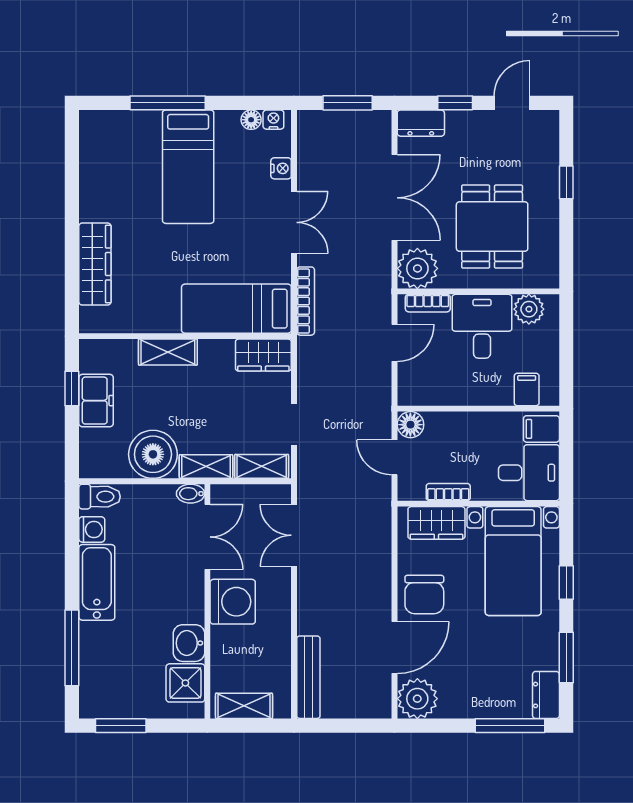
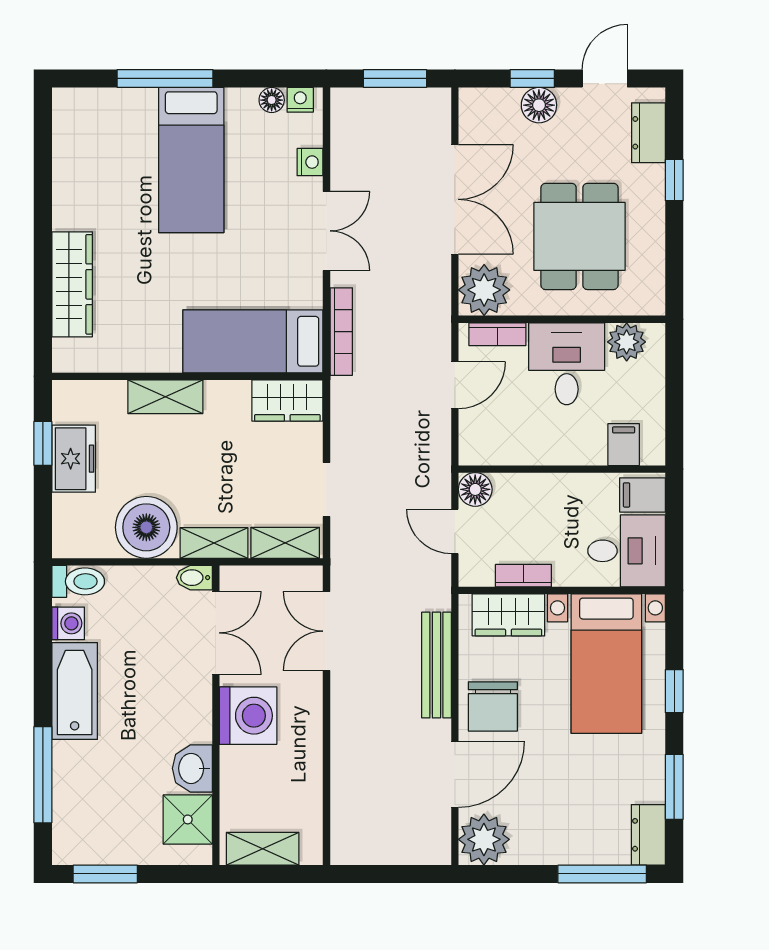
dresser: (421, 123) -> (648, 133), moved, turned 90
floor lamp: (460, 124) -> (539, 105), added
bench: (308, 677) -> (436, 665), moved

